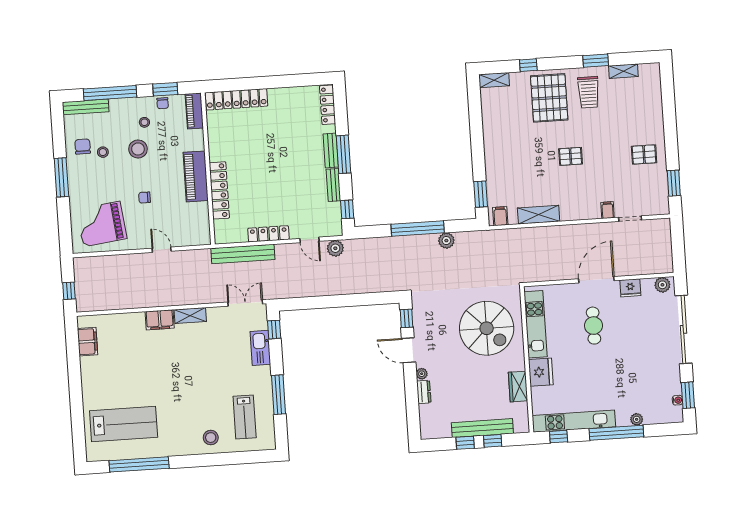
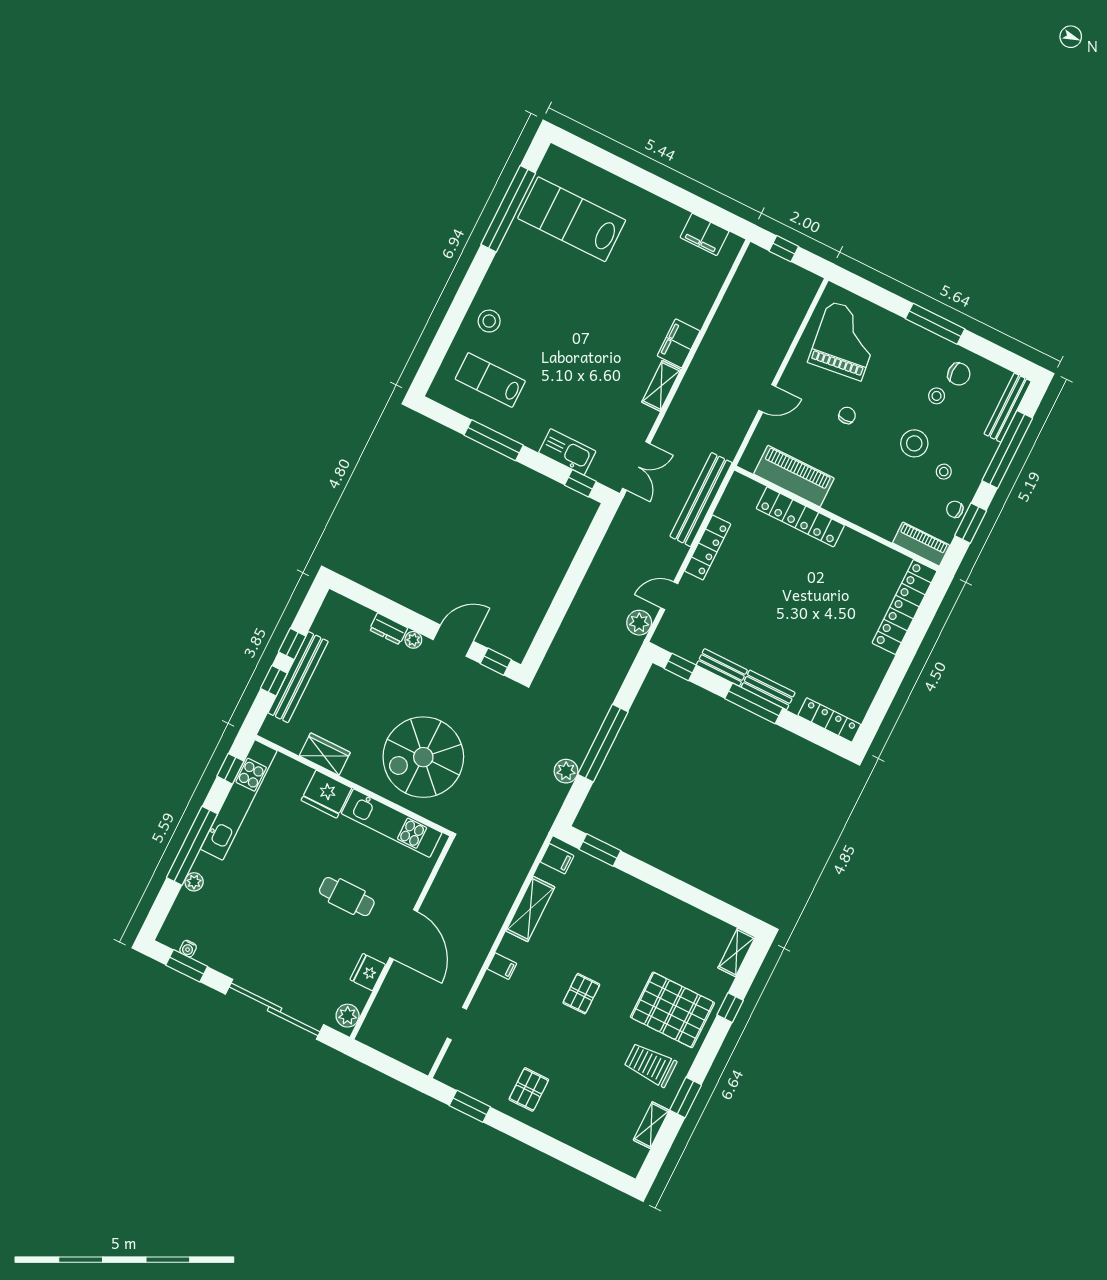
piano: (196, 176) -> (794, 476), moved
filing cabinet: (608, 210) -> (502, 966), moved
lab bench: (124, 424) -> (572, 219), turned 90

